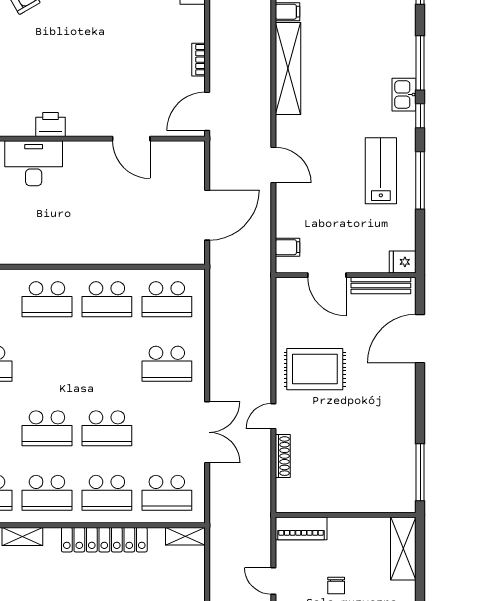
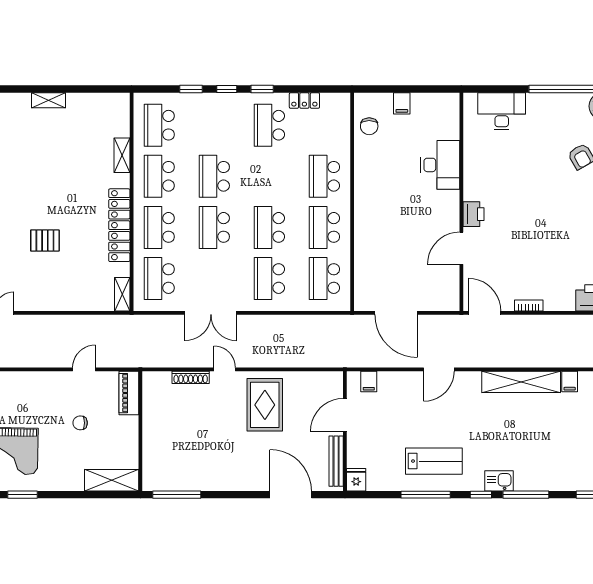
printer: (51, 124) -> (473, 214), moved
school desk: (107, 364) -> (269, 227), added

